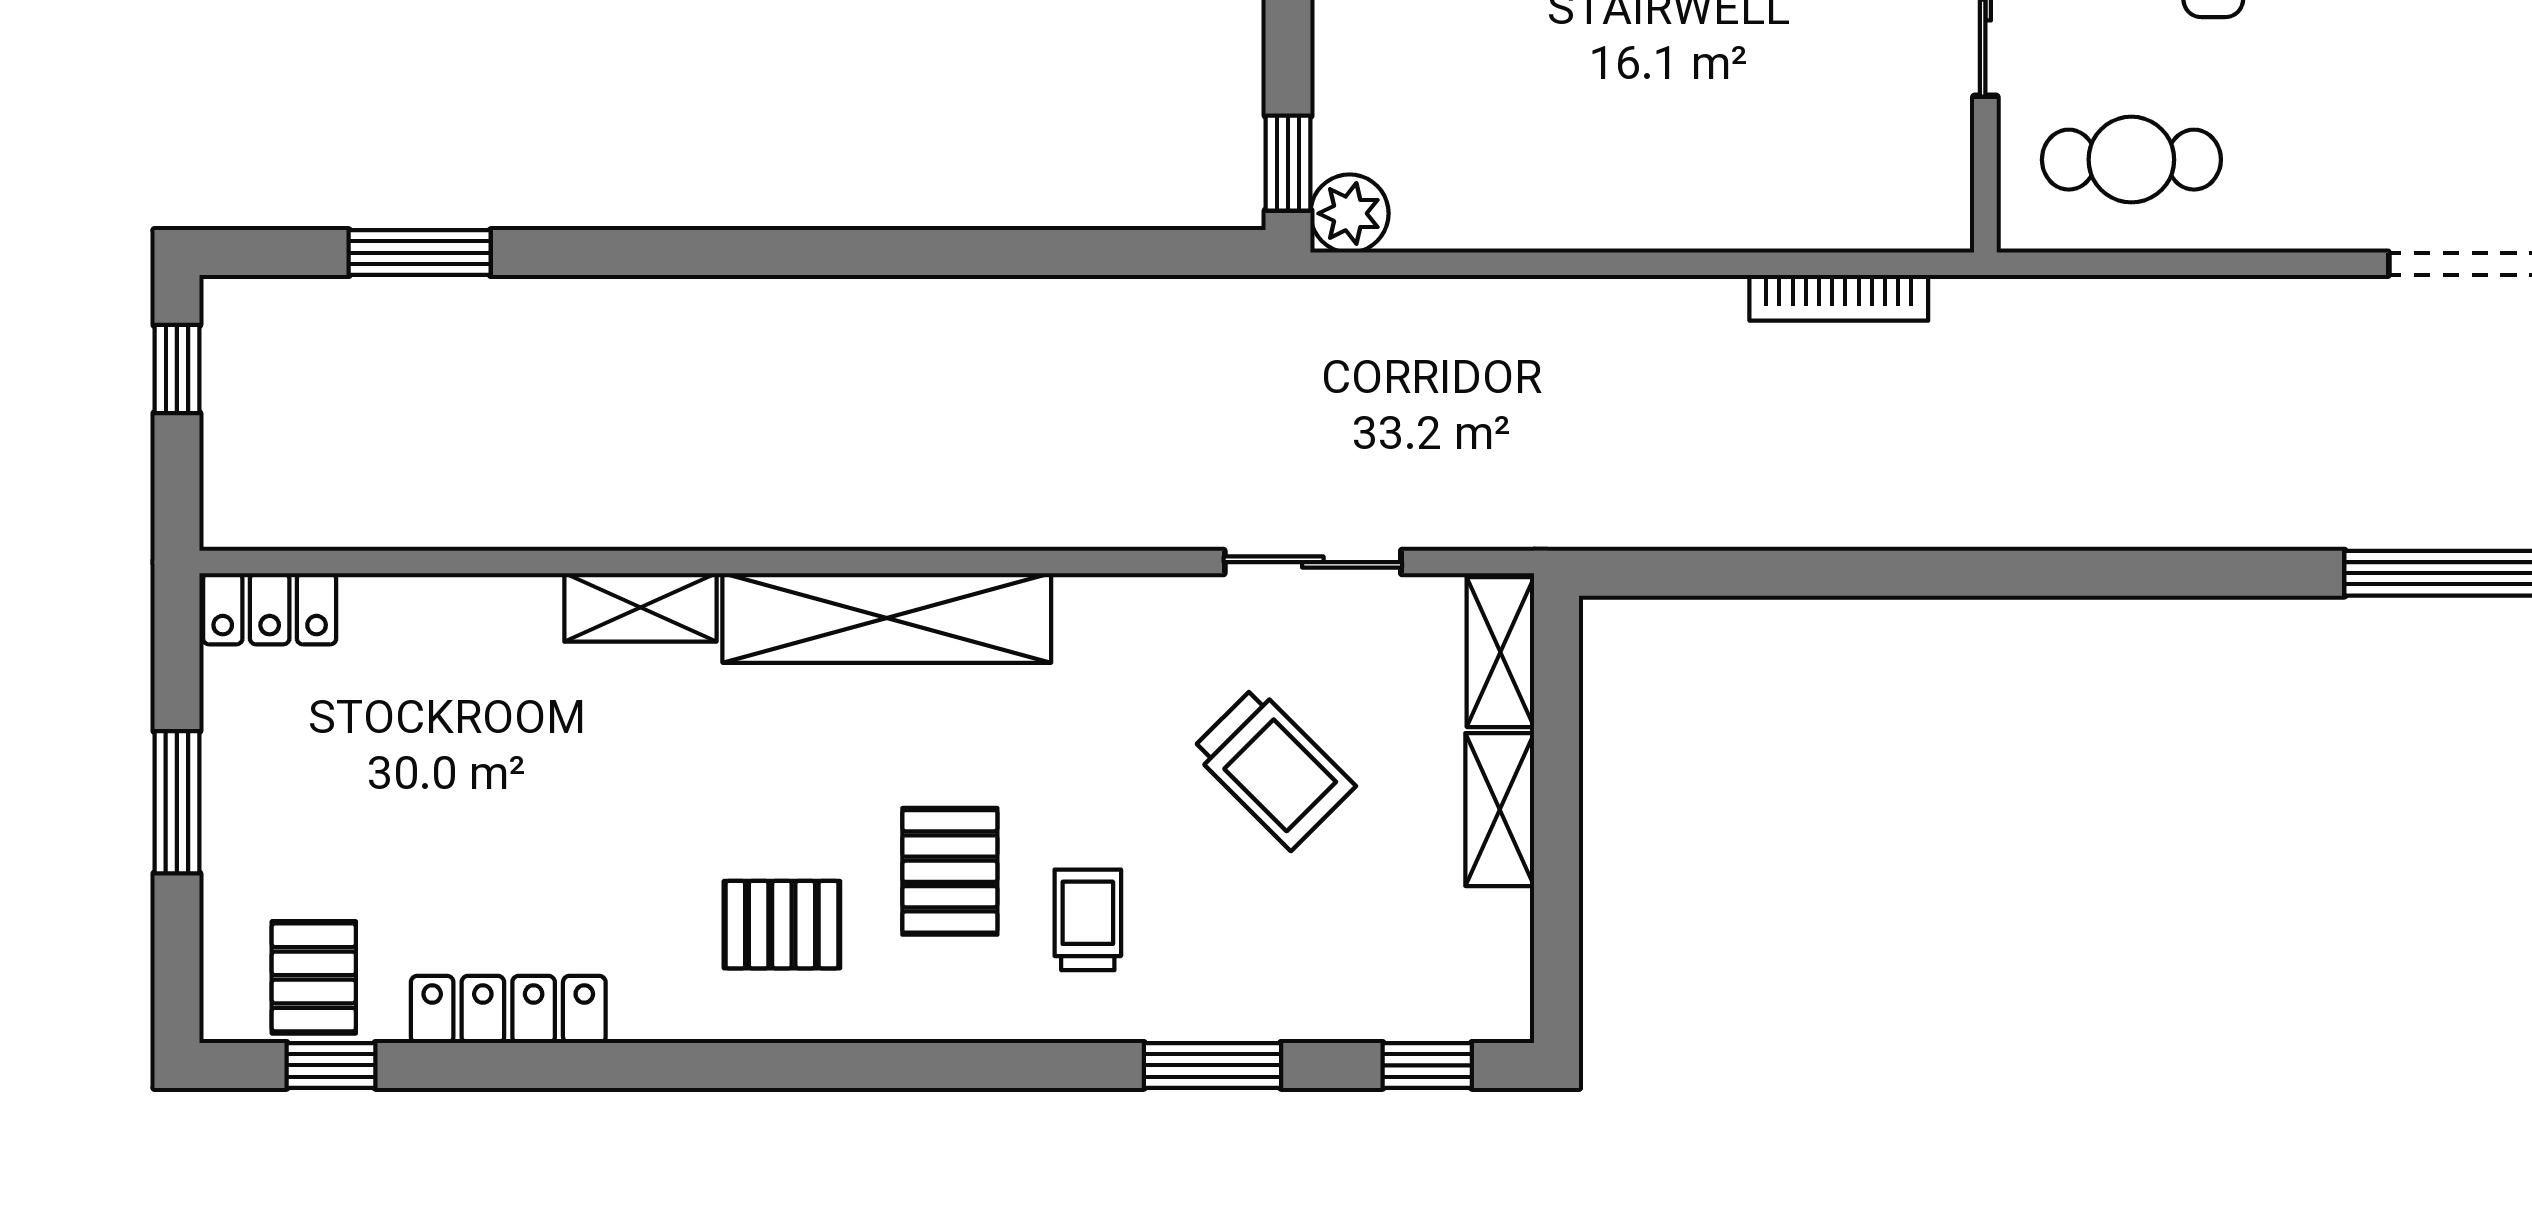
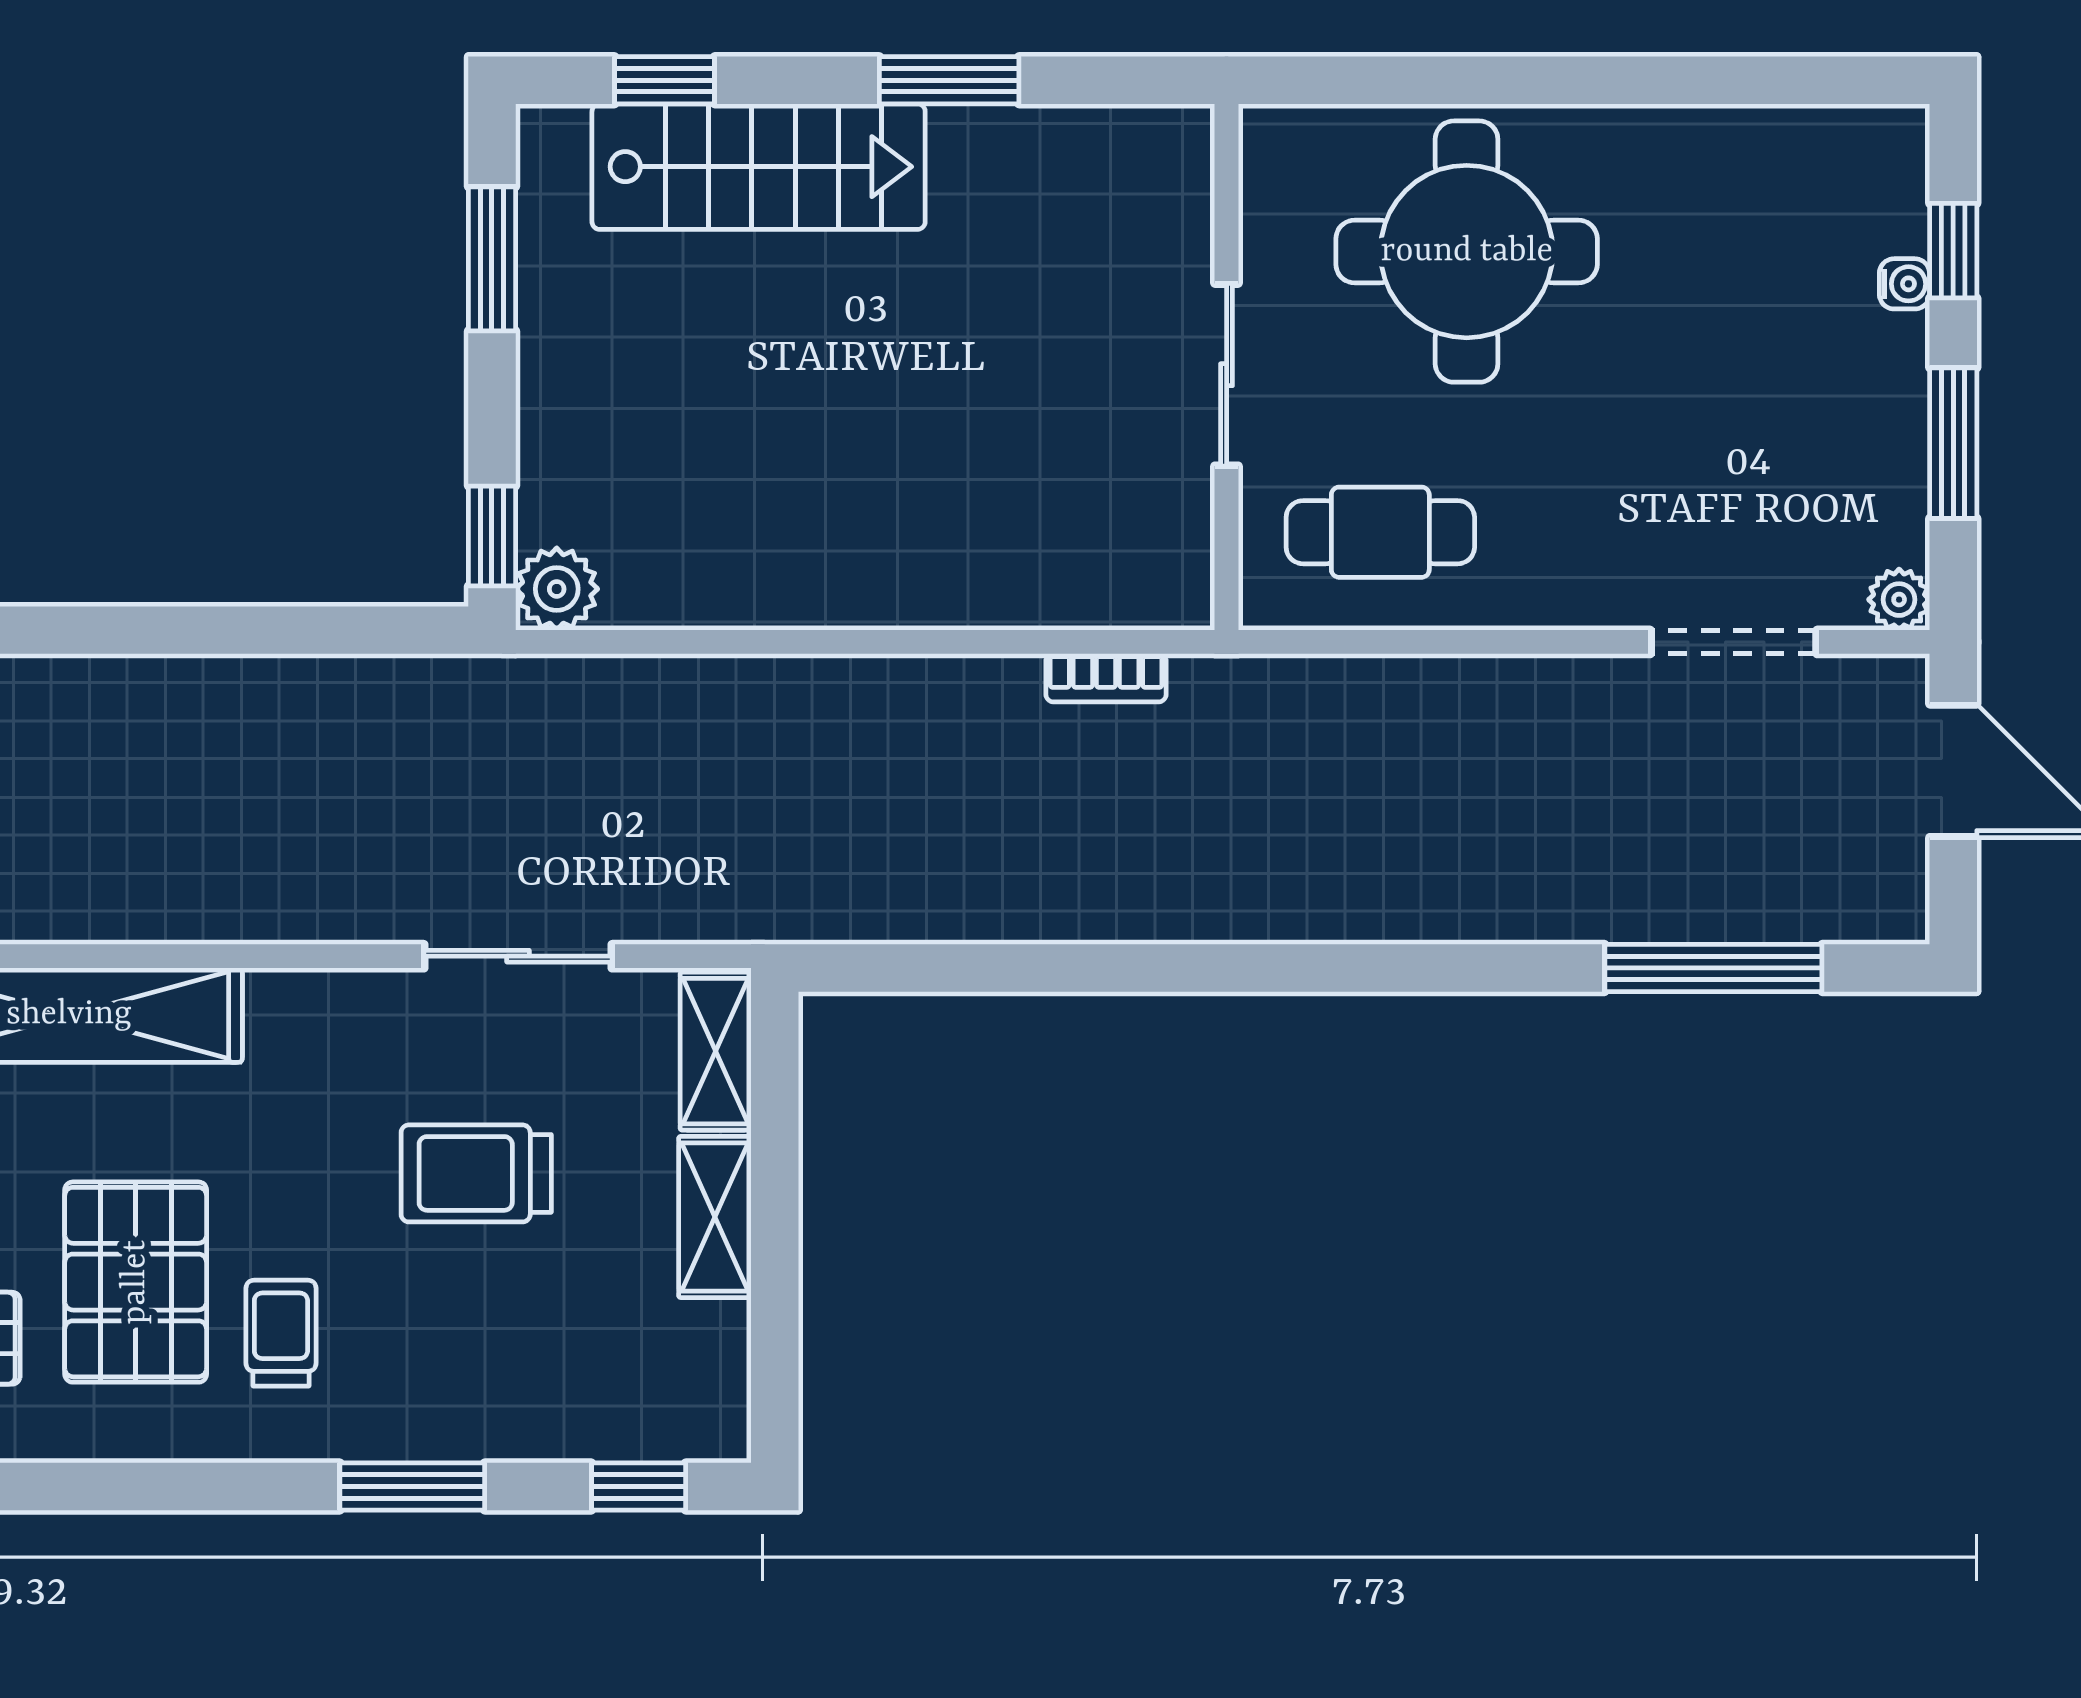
bookcase: (1839, 298) -> (1106, 678), width x0.64
trolley: (1273, 768) -> (476, 1173), turned 135
pallet: (950, 871) -> (136, 1282), width x1.50, depth x1.42

